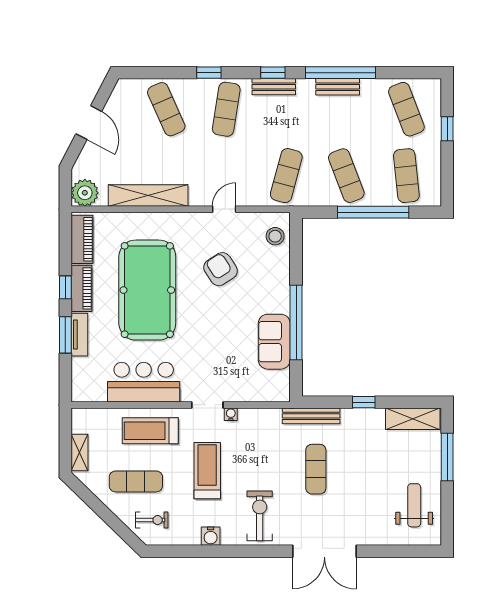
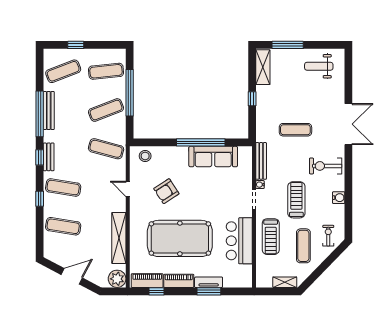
bench: (338, 87) -> (49, 110), width x1.36
exercise mat: (166, 109) -> (63, 226), turned 33
window: (65, 287) -> (156, 291), moved
sofa: (274, 342) -> (213, 157), width x1.36
bench: (311, 416) -> (261, 161), moved
treadmill: (207, 471) -> (296, 200), turned 90

